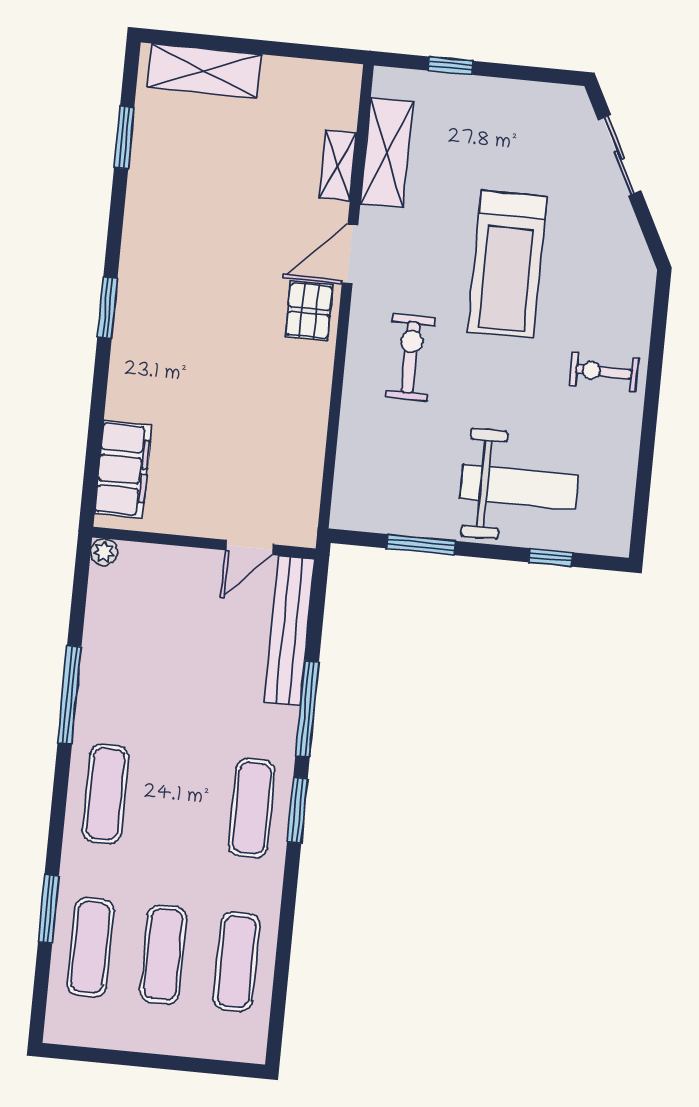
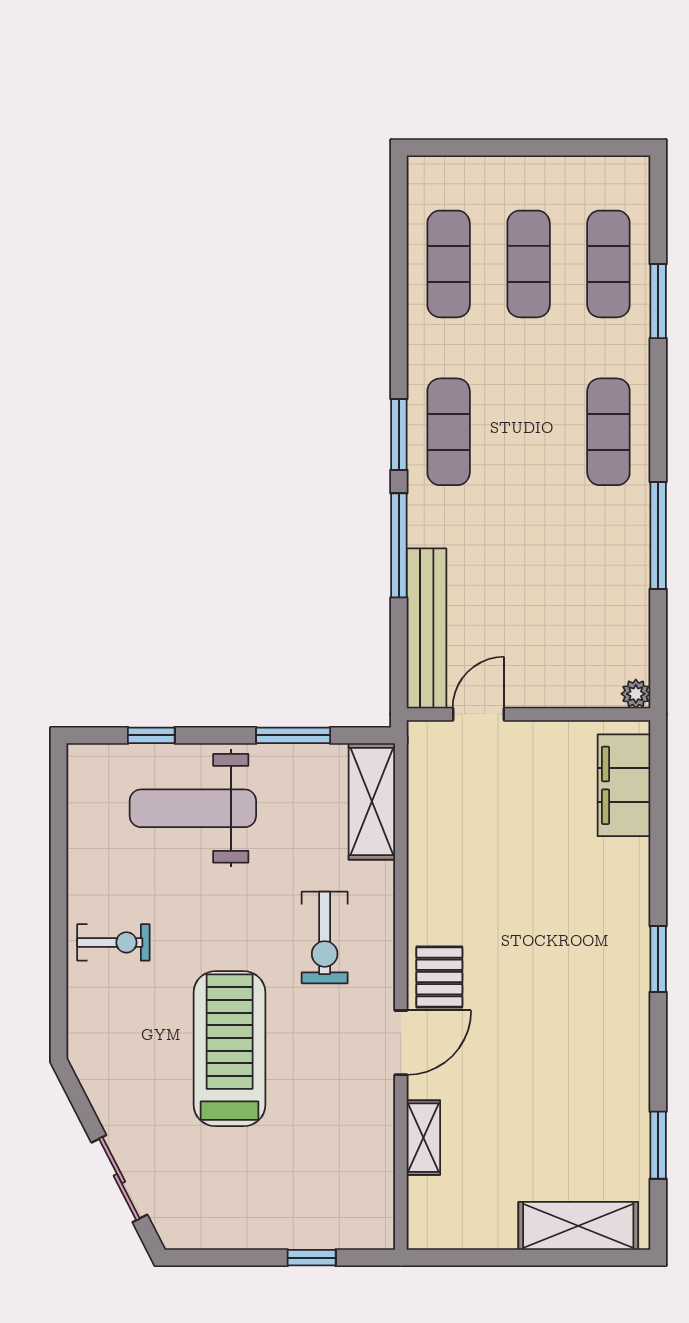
shelving: (387, 153) -> (372, 801), moved

